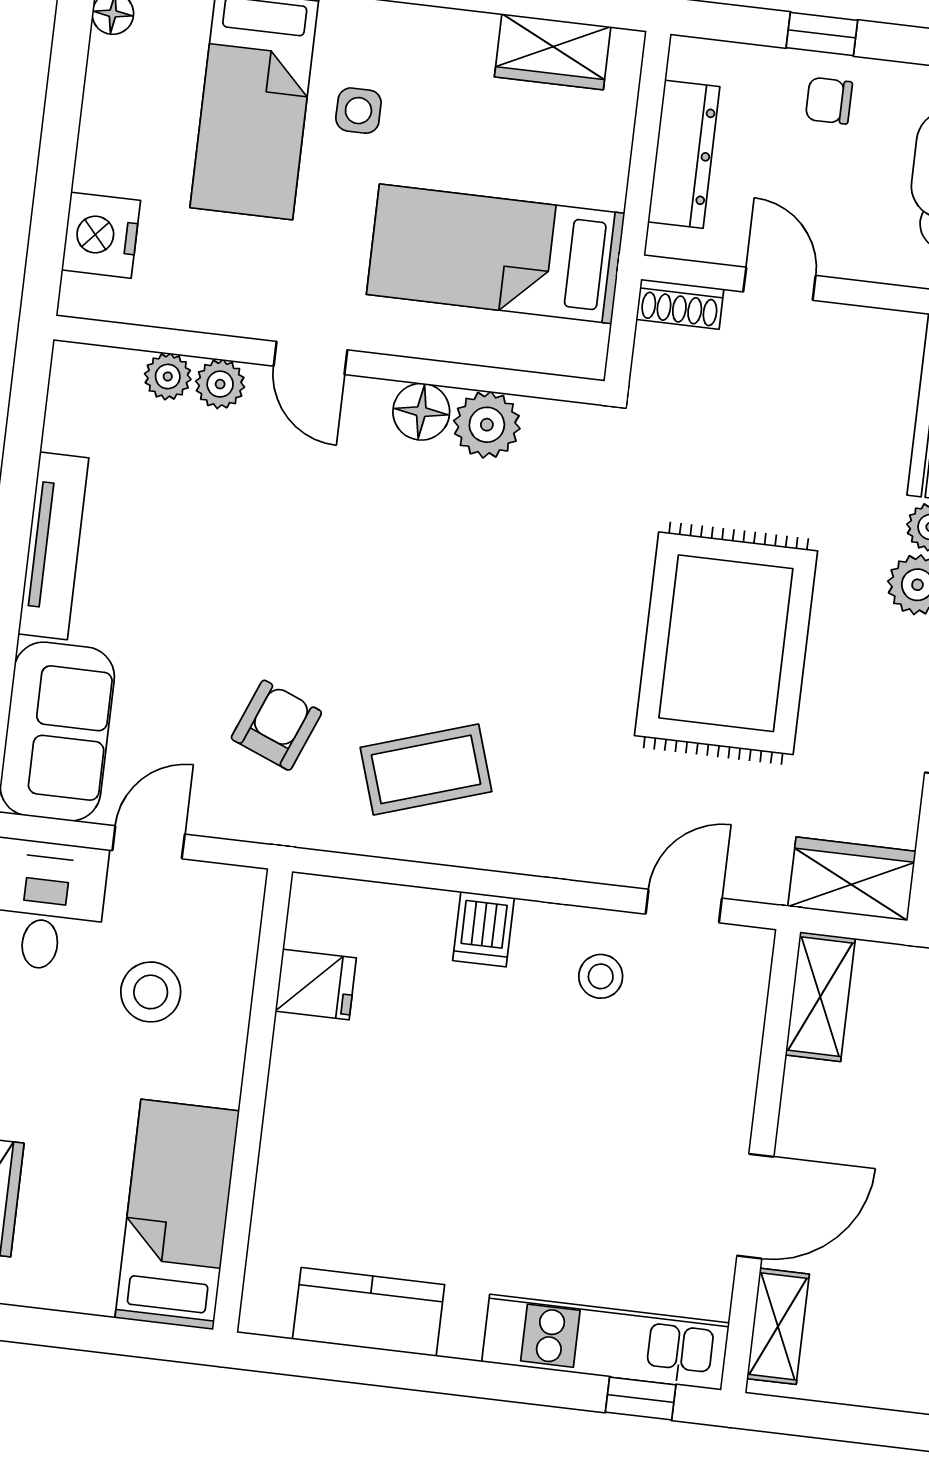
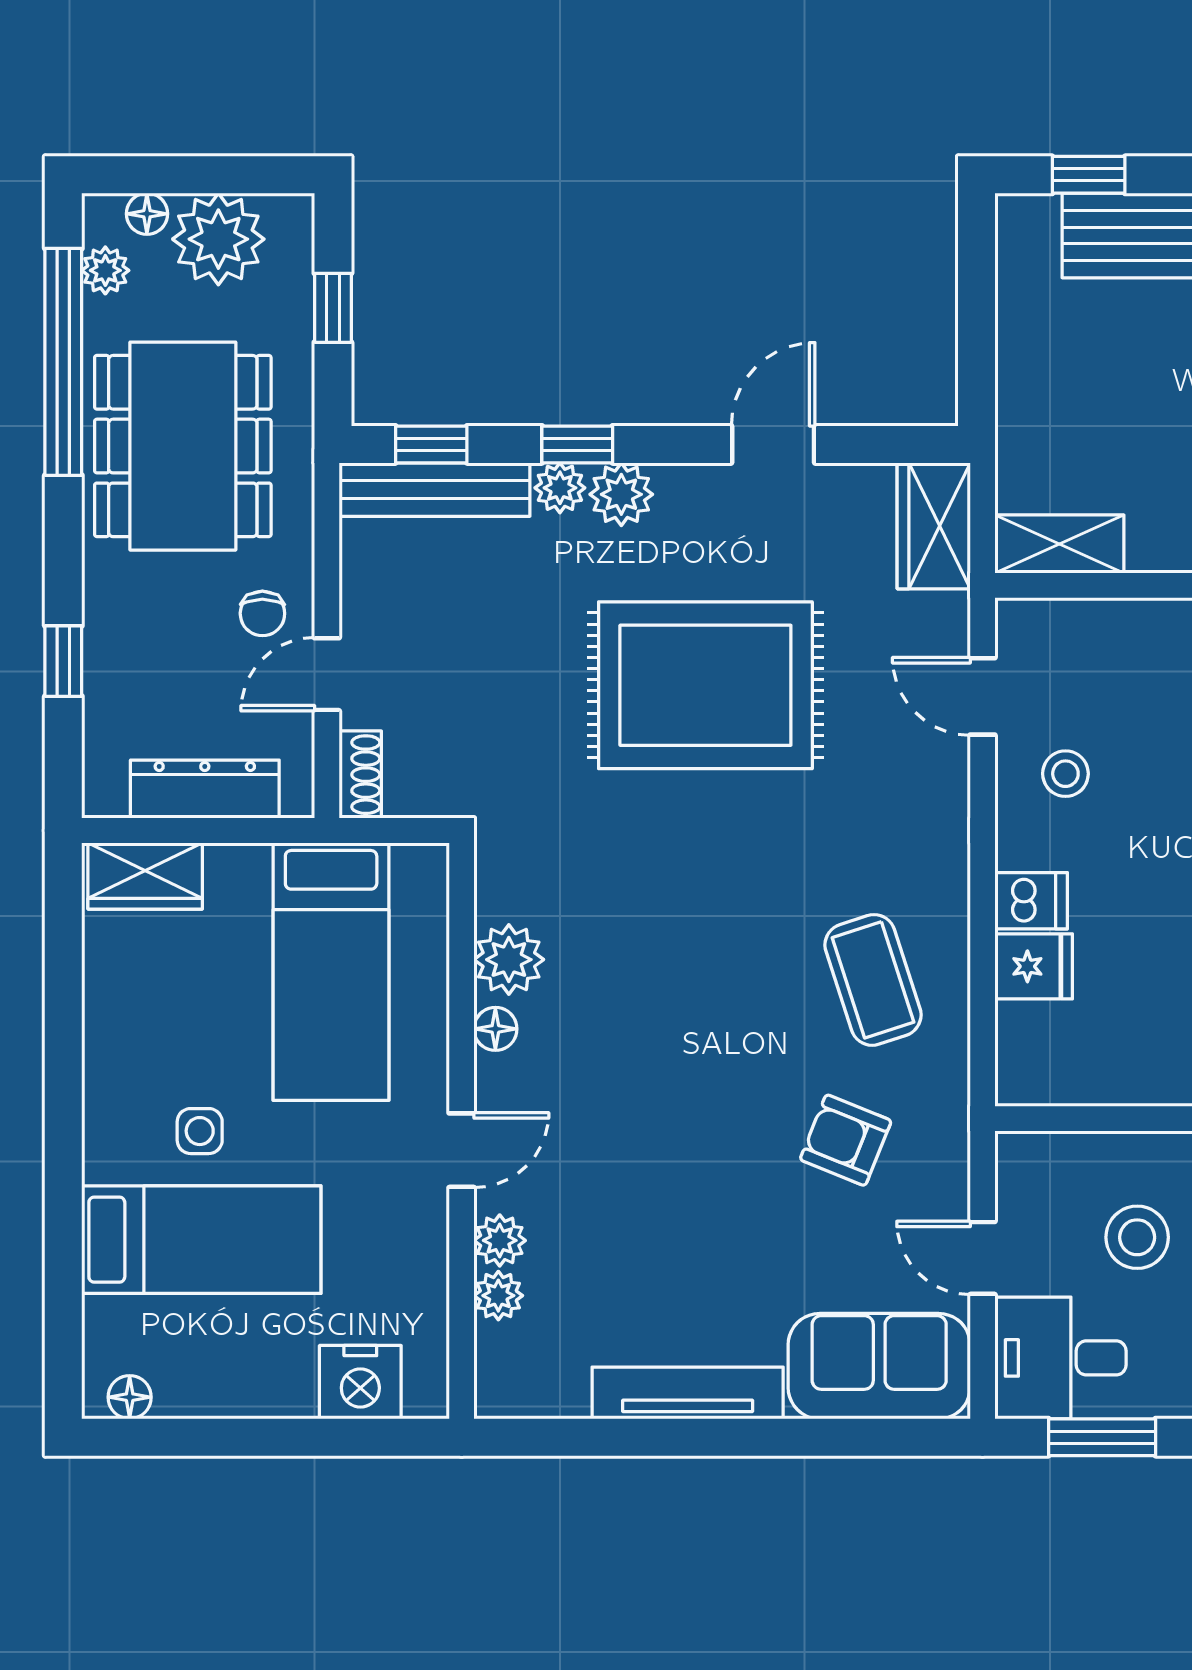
wardrobe: (553, 52) -> (145, 876), moved, turned 90
chair: (829, 101) -> (262, 613), moved
floor lamp: (421, 412) -> (495, 1029), width x0.73, depth x0.73
fridge: (316, 984) -> (1034, 966), moved, turned 90

